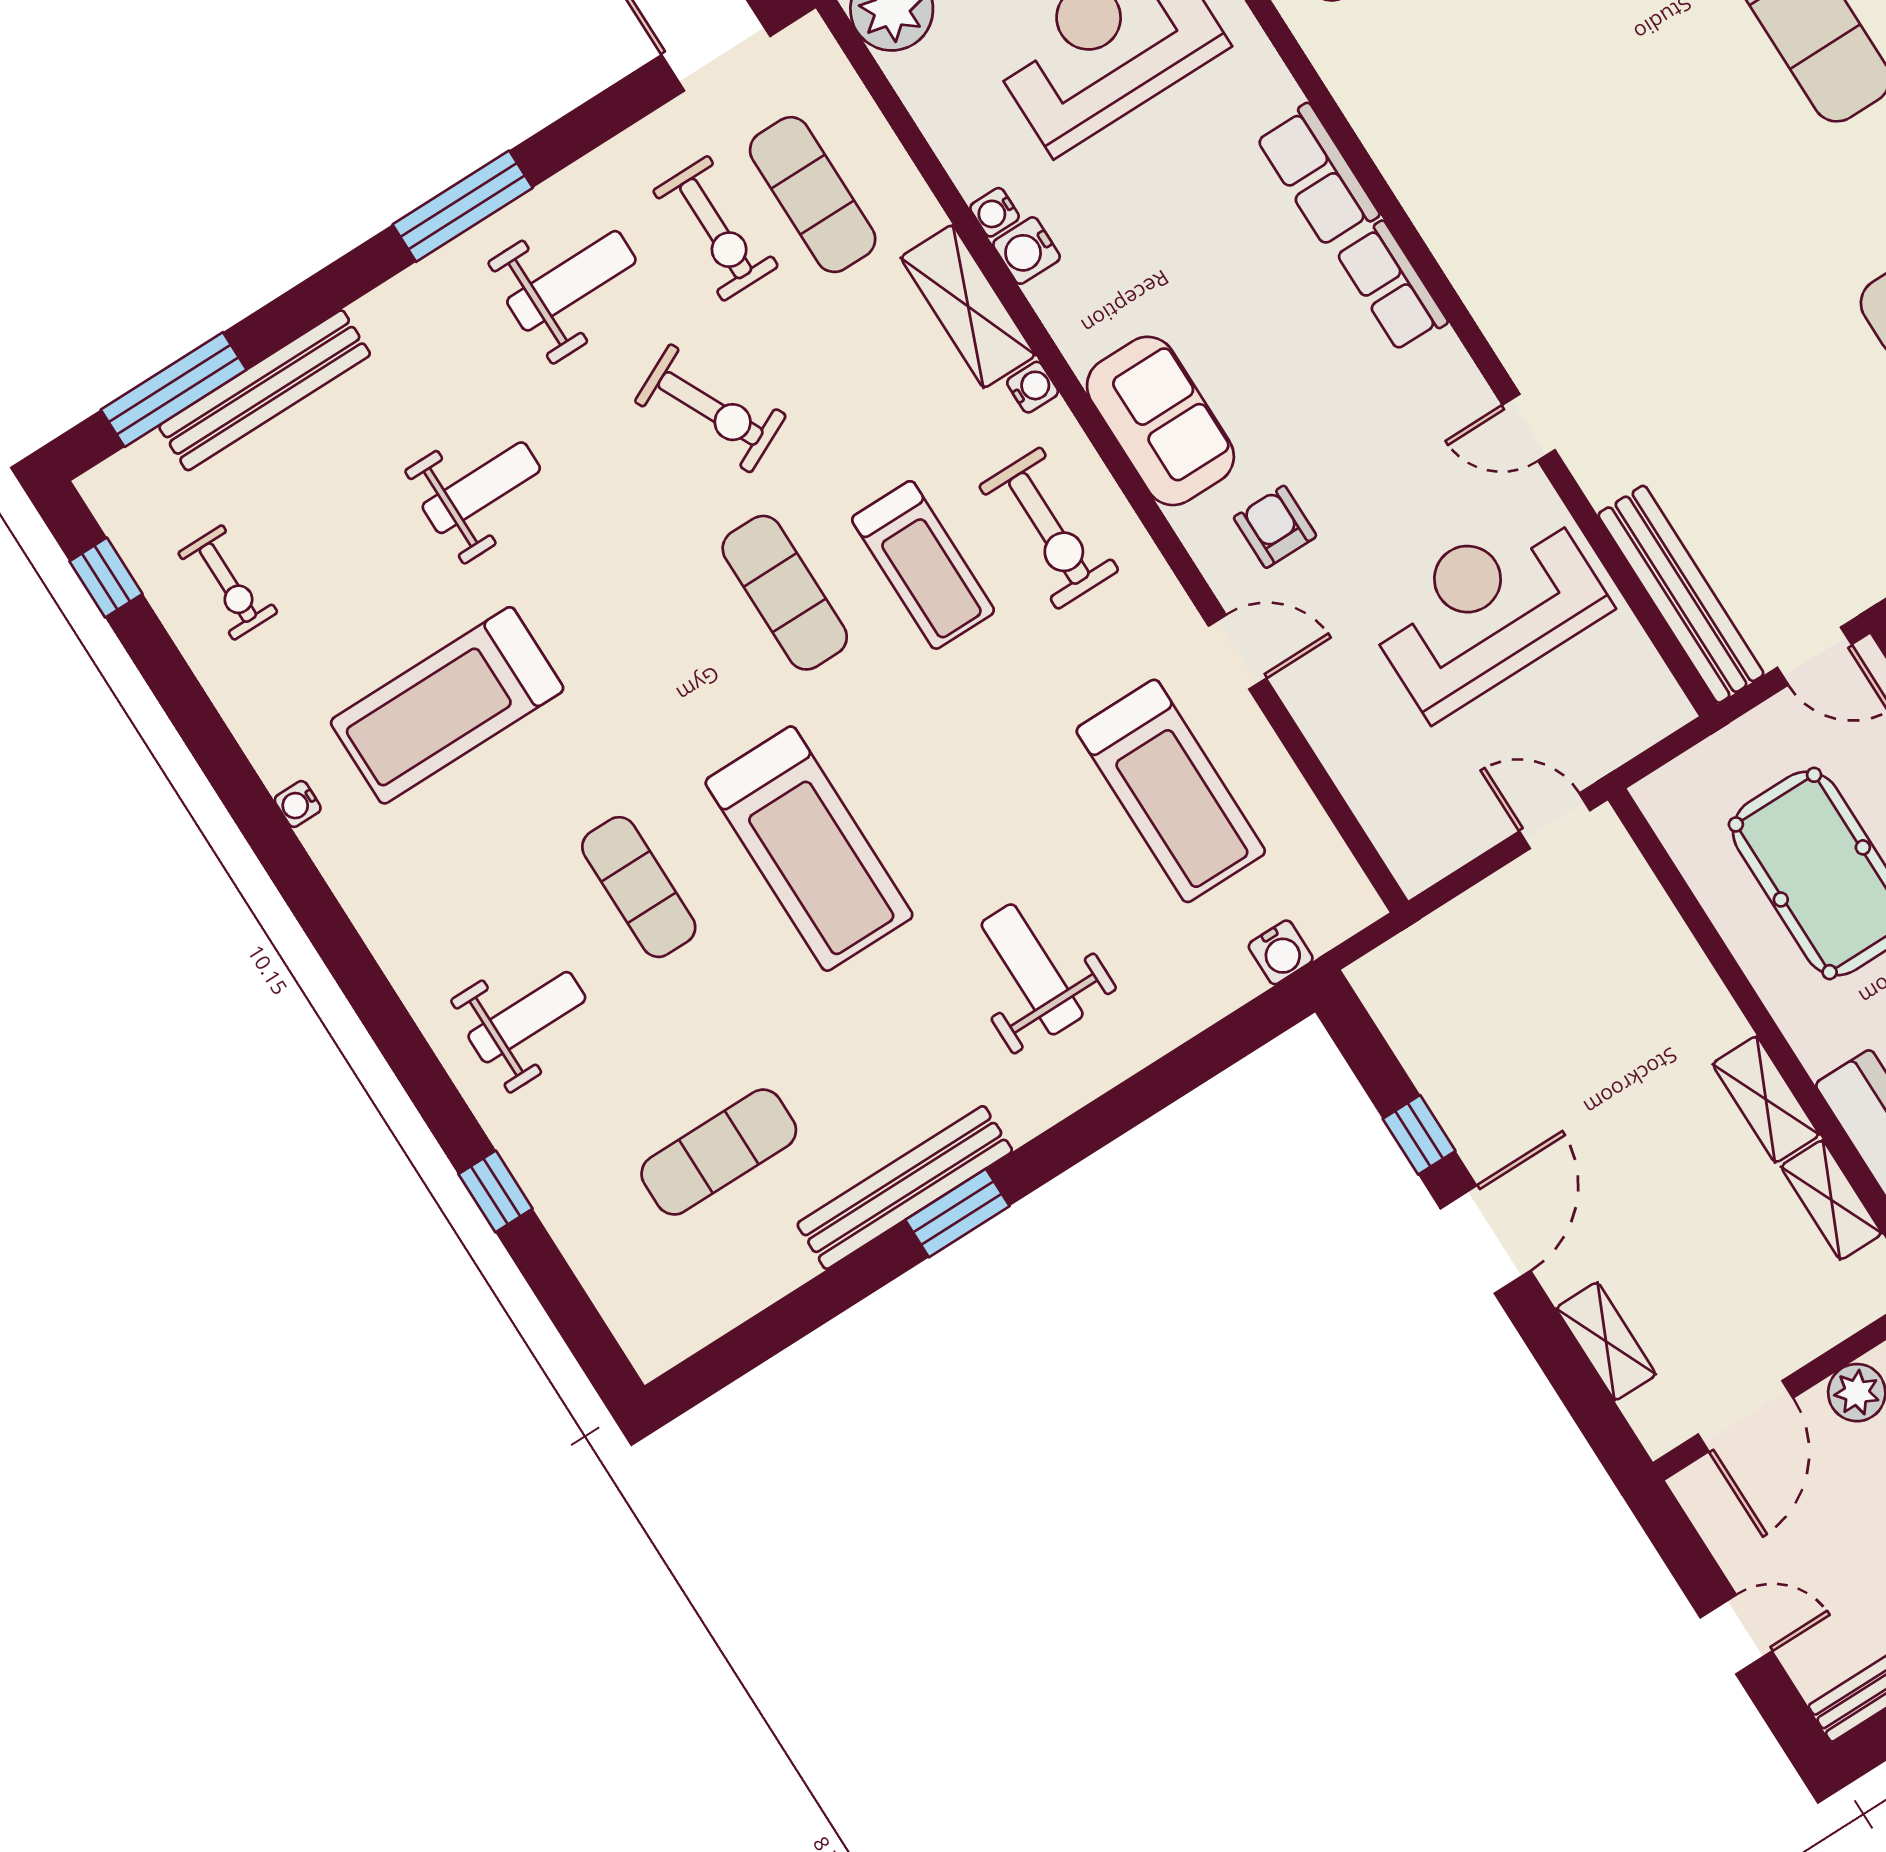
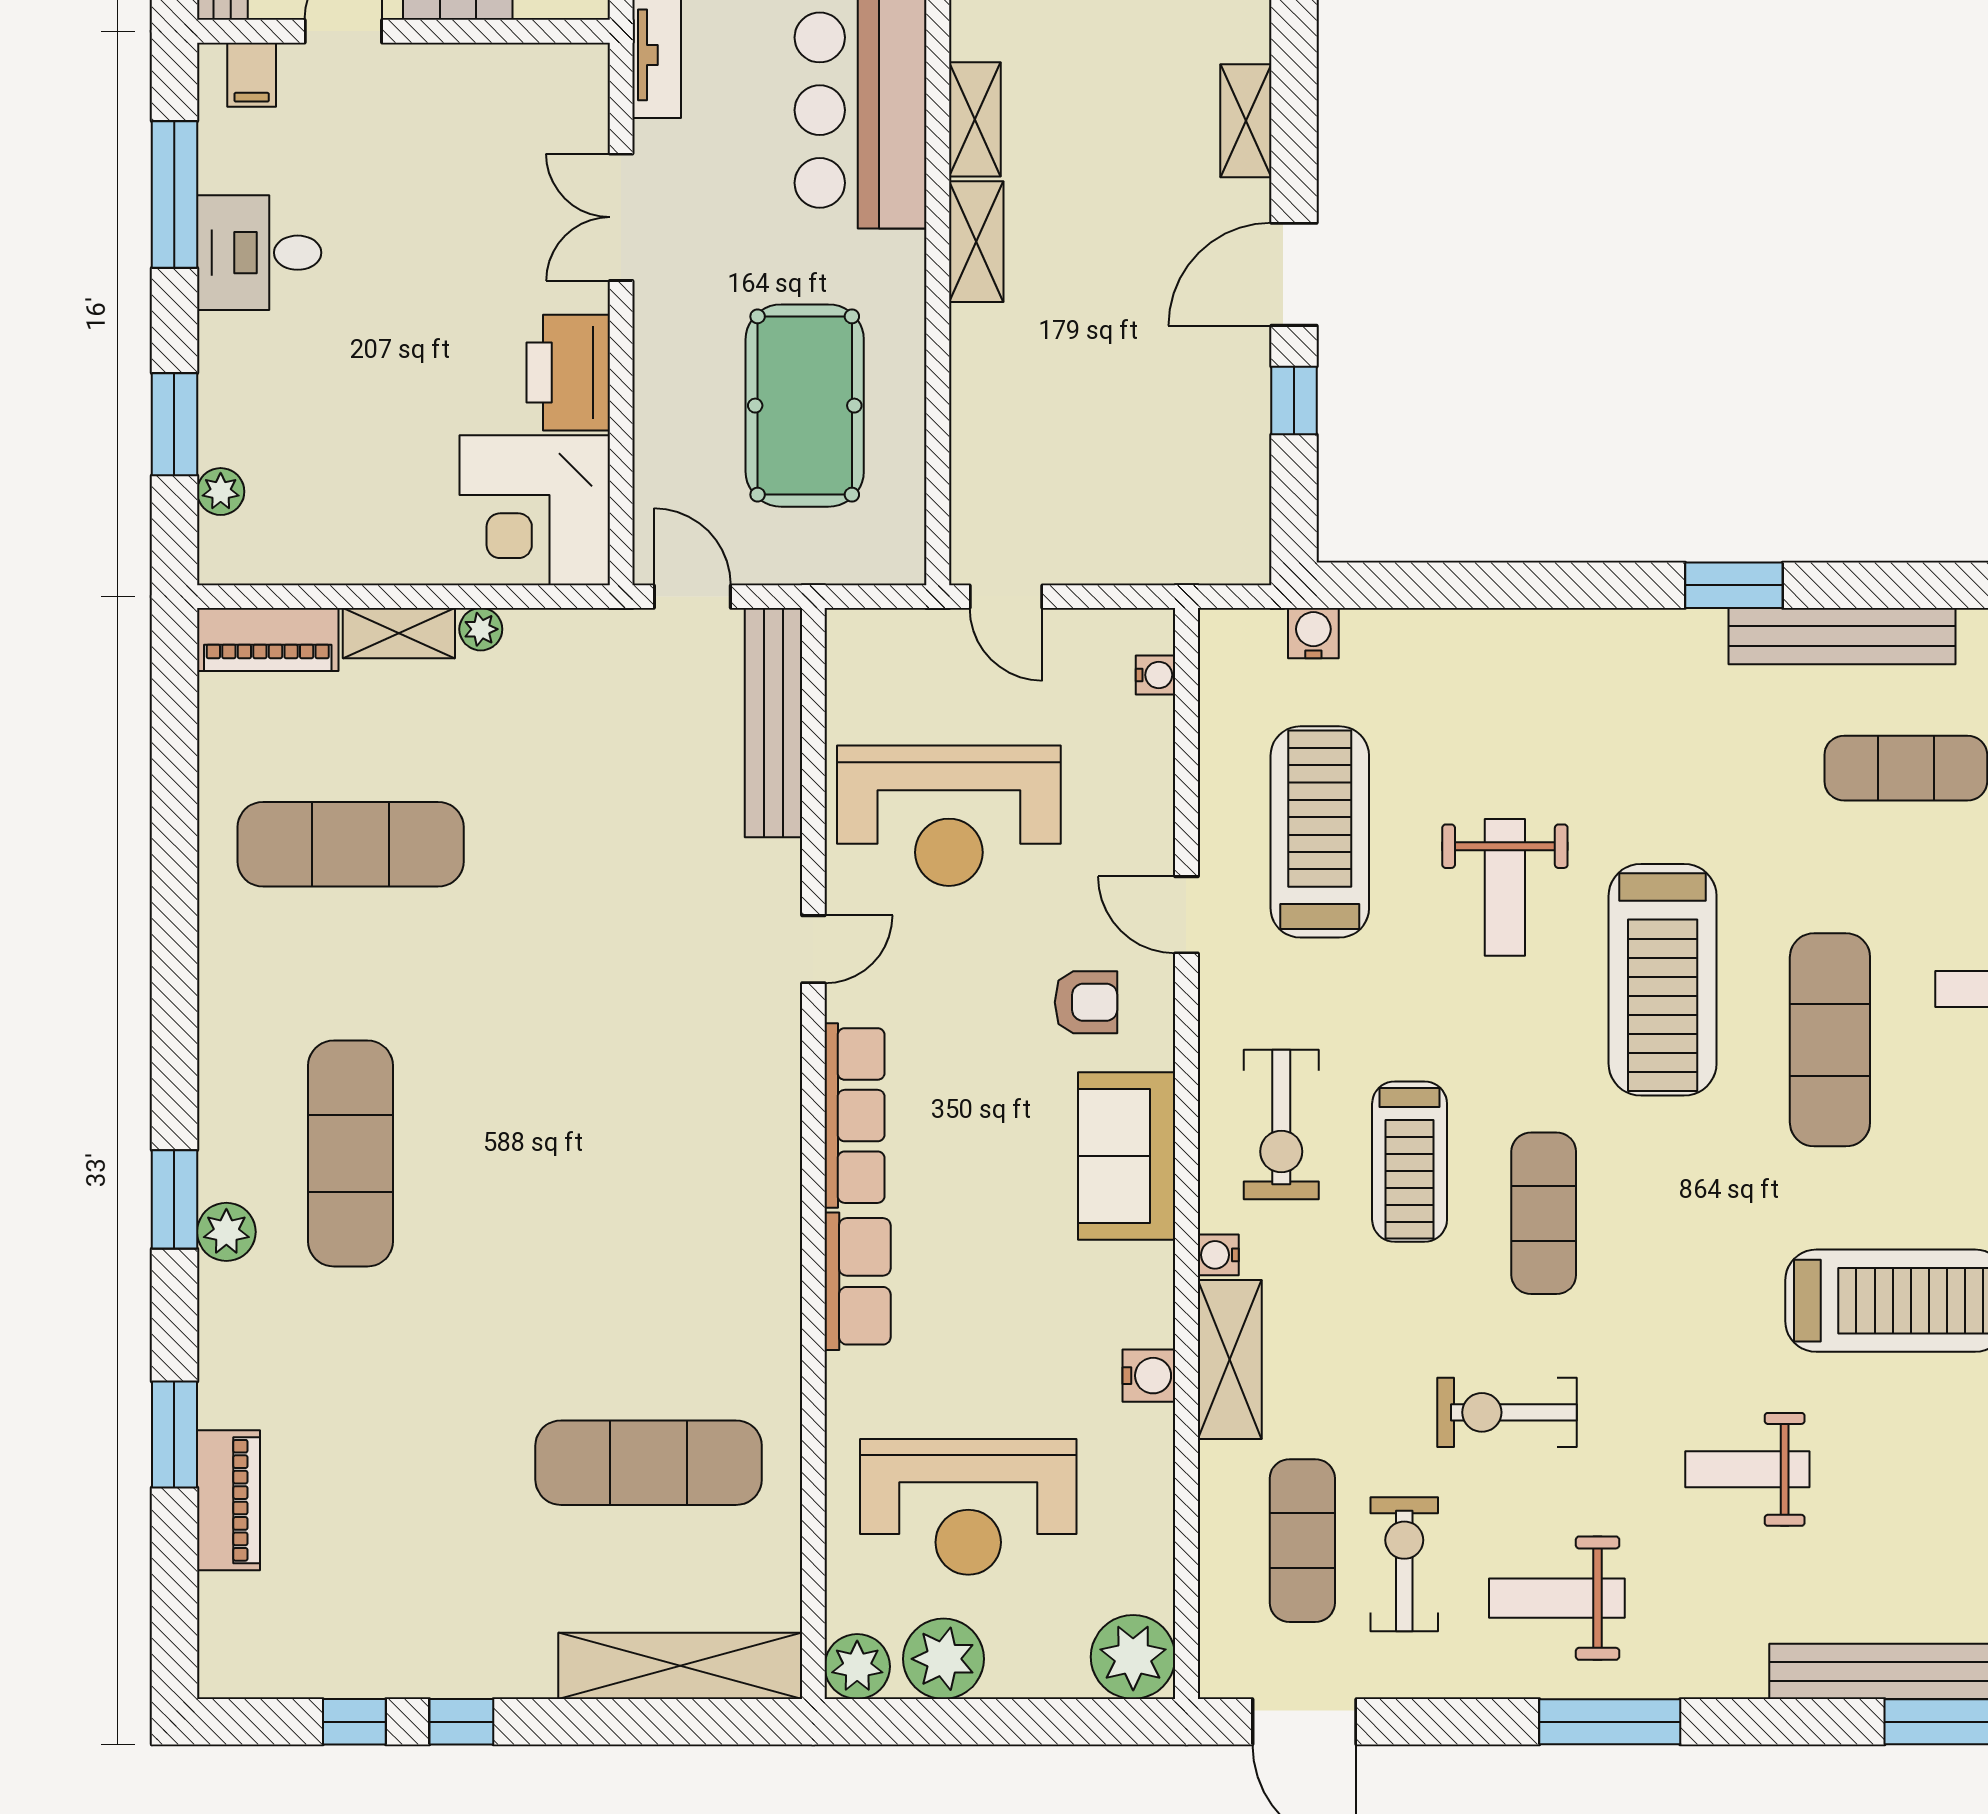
water cooler: (994, 212) -> (1156, 675), moved
row of seats: (1391, 287) -> (855, 1116), width x1.48
exercise bike: (710, 408) -> (1507, 1412), turned -64
door: (1529, 427) -> (813, 949), hinge flipped
armchair: (1275, 527) -> (1086, 1002), turned -90
exercise bike: (1049, 528) -> (1281, 1125), turned 180
treadmill: (923, 565) -> (1410, 1162), turned 180
treadmill: (809, 849) -> (1663, 980), turned 180
exercise mat: (639, 887) -> (1830, 1040), width x1.36, depth x1.45
weight bench: (1032, 969) -> (1505, 887), moved
bench: (905, 1187) -> (1842, 636), moved

